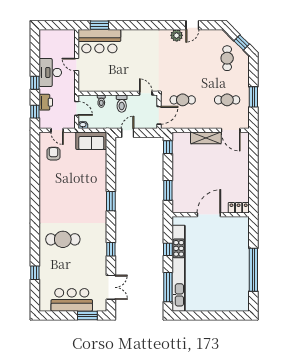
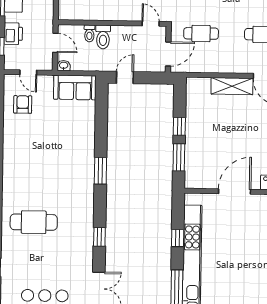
toilet: (122, 104) -> (103, 37), moved
window: (168, 147) -> (179, 126), moved

